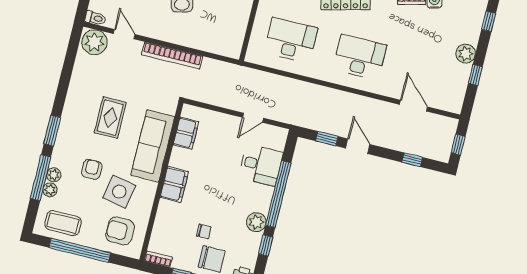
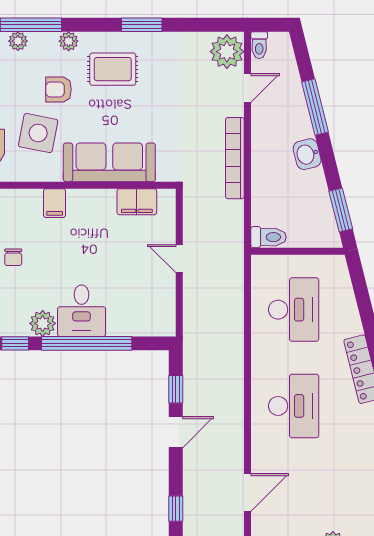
toilet: (234, 45) -> (268, 237), added
rug: (110, 118) -> (113, 69), moved
door: (253, 118) -> (179, 259), moved
window: (52, 131) -> (142, 25), moved
desk: (261, 165) -> (81, 311), moved
armchair: (92, 169) -> (59, 89), turned 180
plant: (54, 175) -> (69, 41), moved
filing cabinet: (174, 185) -> (55, 203), width x0.50

